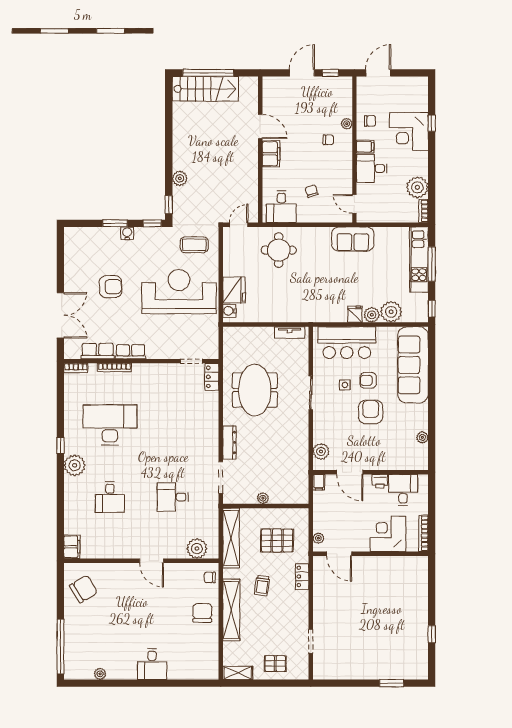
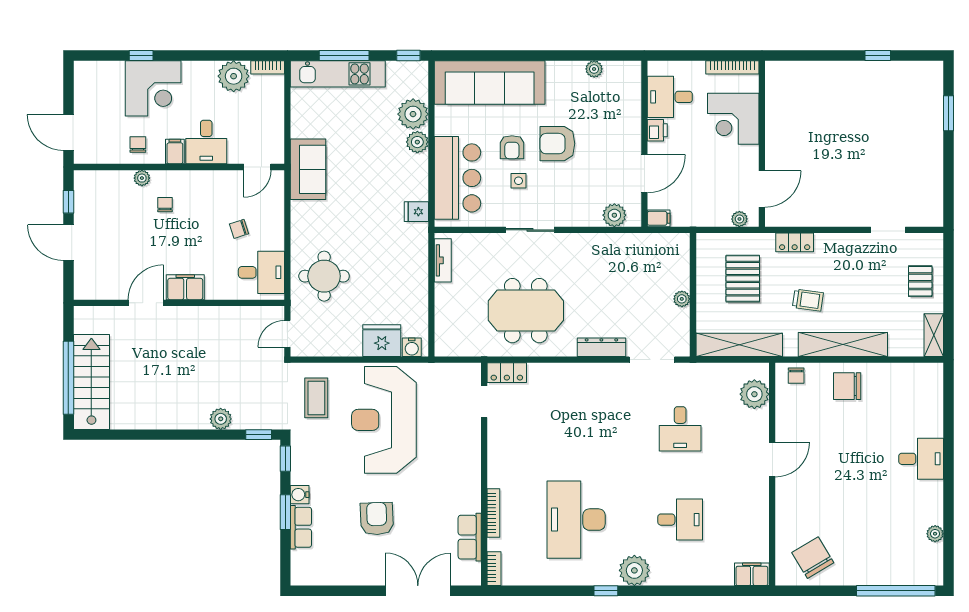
door: (239, 225) -> (287, 334), hinge flipped
fridge: (355, 314) -> (416, 212), moved
row of seats: (131, 352) -> (301, 527), moved, turned 180

